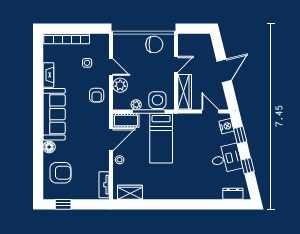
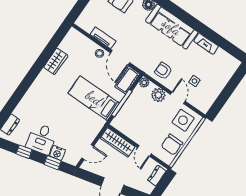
bookcase: (67, 39) -> (225, 78), removed
dresser: (189, 39) -> (157, 175), added
door: (111, 67) -> (178, 98), swing flipped
side table: (157, 100) -> (183, 120), moved
plant: (136, 105) -> (144, 83), moved
nightstand: (226, 126) -> (57, 153), moved
tv unit: (104, 185) -> (103, 38), moved
wardrobe: (130, 192) -> (56, 61), moved

